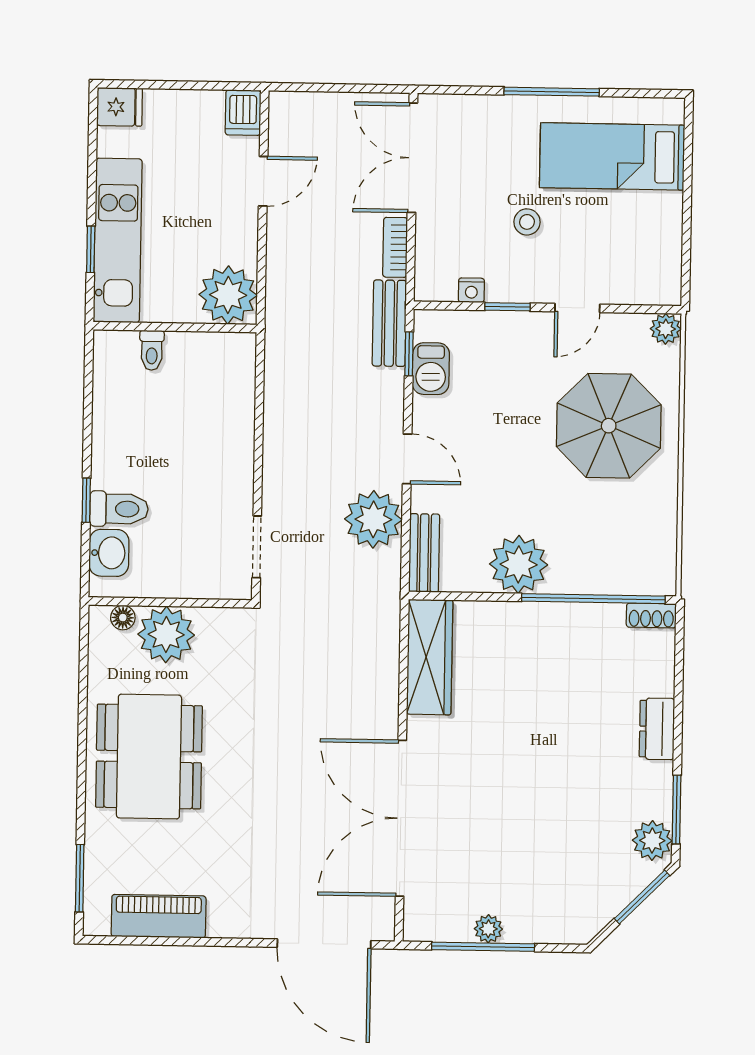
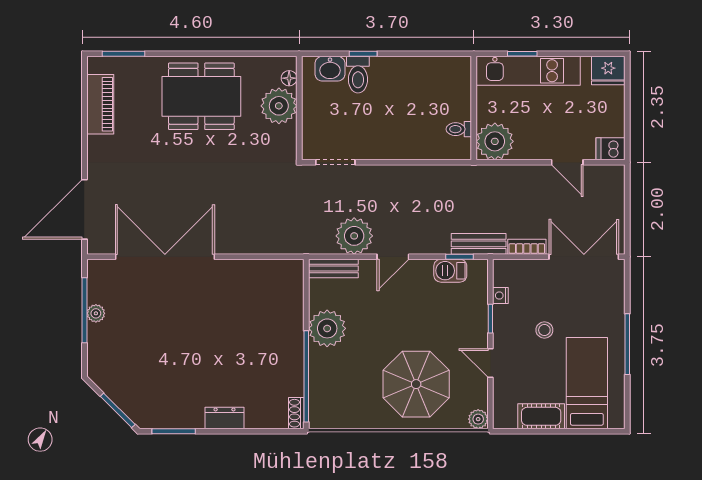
fridge: (120, 107) -> (608, 70), width x1.38
cot: (663, 229) -> (541, 416), added
toilet: (152, 350) -> (459, 129), moved
wardrobe: (430, 657) -> (267, 273), removed
plant: (652, 840) -> (154, 416), removed

